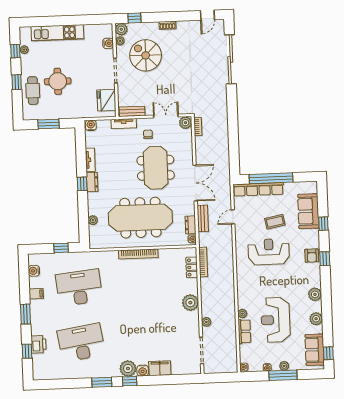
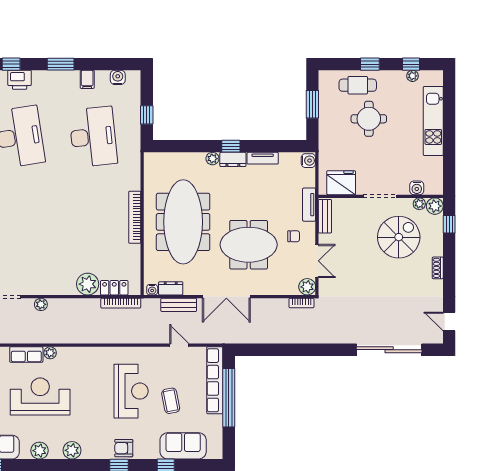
plant: (93, 220) -> (212, 159), moved
plant: (190, 303) -> (88, 284), moved

